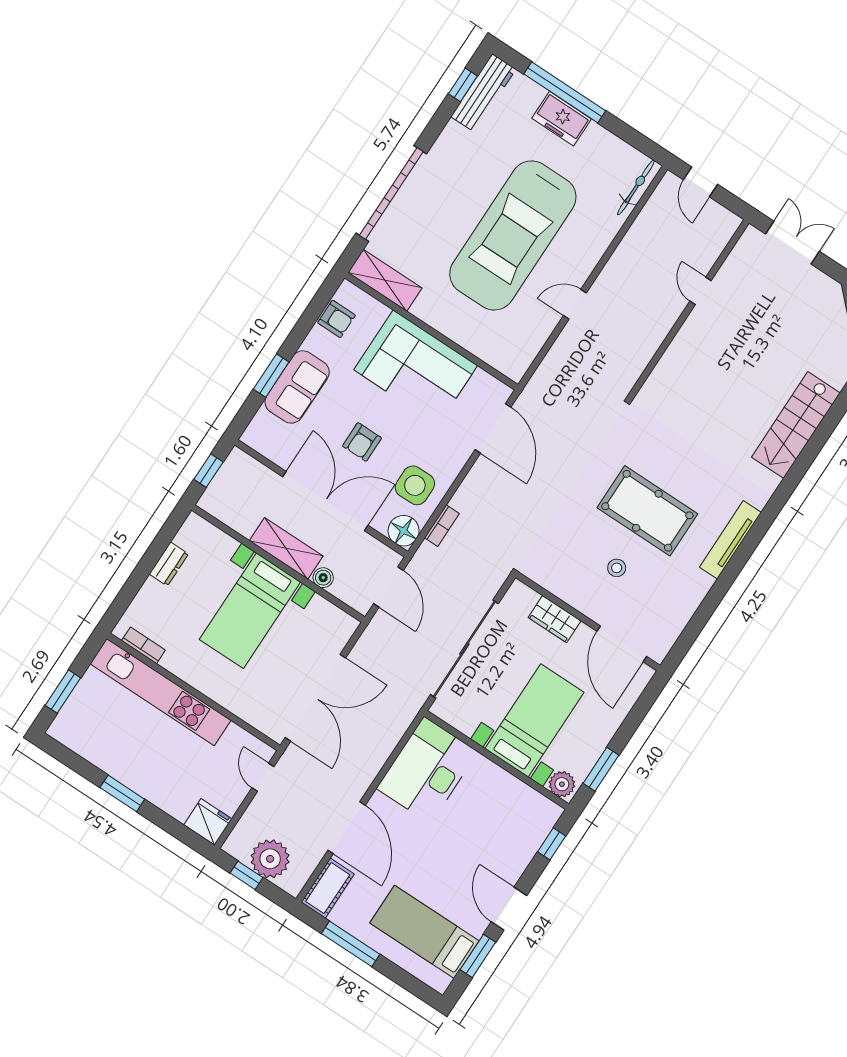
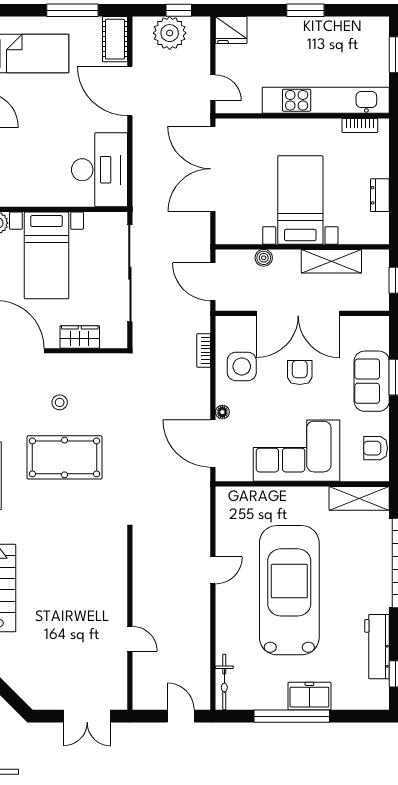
window: (565, 92) -> (292, 716), moved
workbench: (483, 93) -> (377, 647), moved
floor lamp: (404, 531) -> (222, 412), moved, width x0.53, depth x0.53
shelving: (286, 548) -> (331, 261), moved

